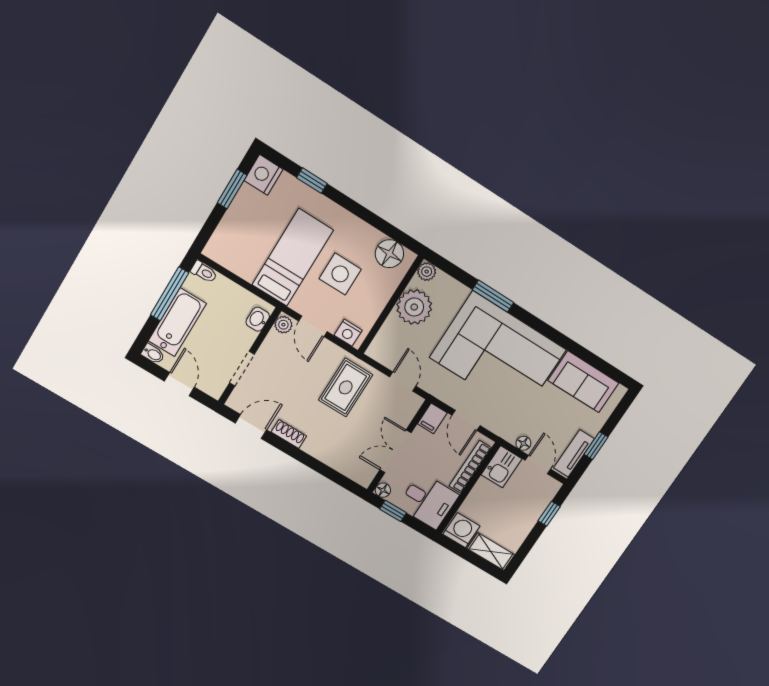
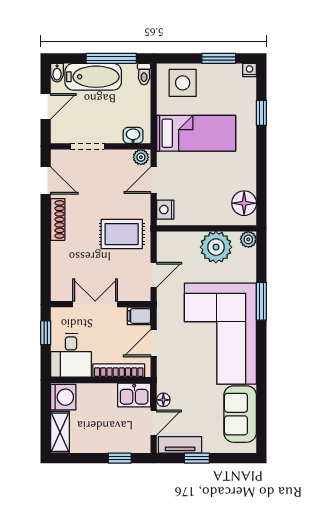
nightstand: (264, 175) -> (250, 70), width x0.53, depth x0.56
side table: (340, 274) -> (183, 83), moved
shoe rack: (289, 434) -> (58, 219), width x1.43
floor lamp: (383, 490) -> (58, 314), removed

